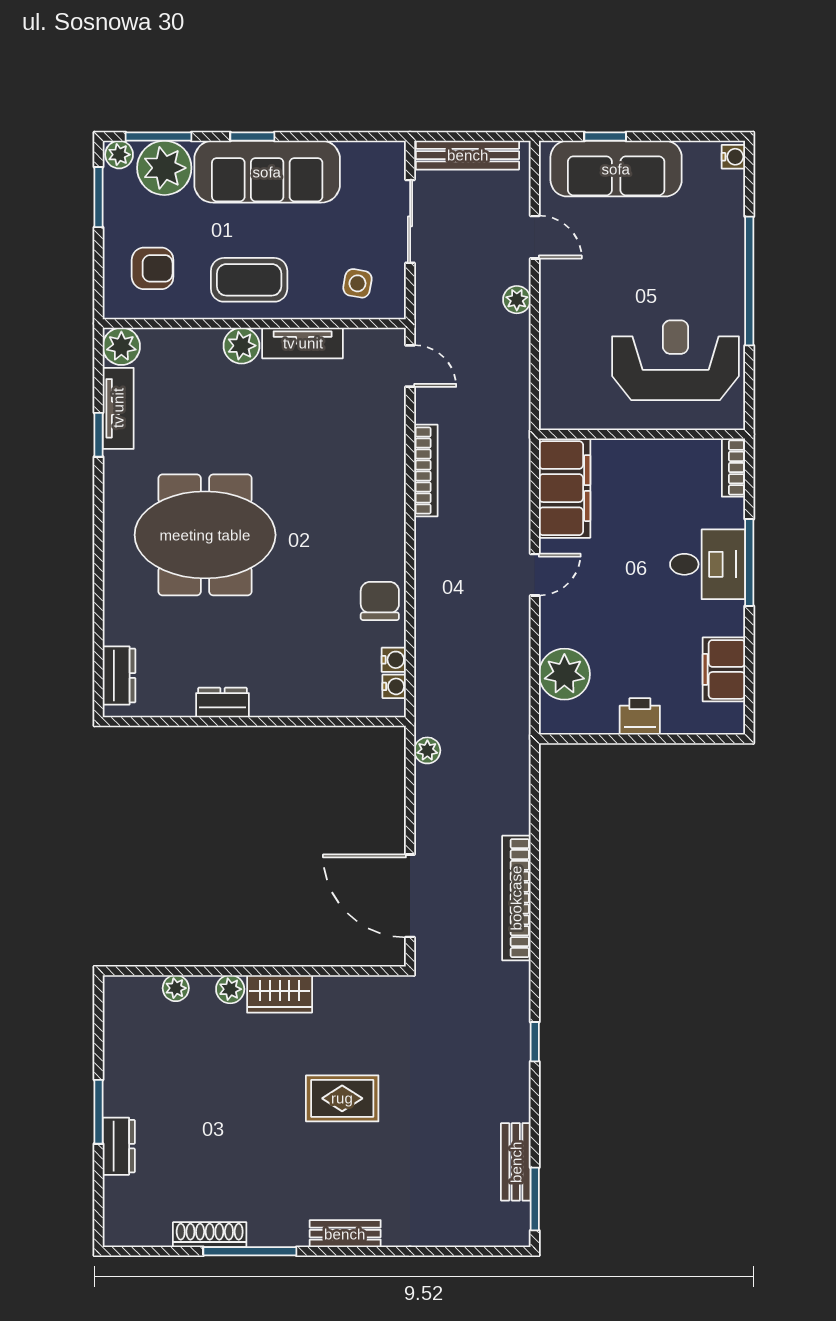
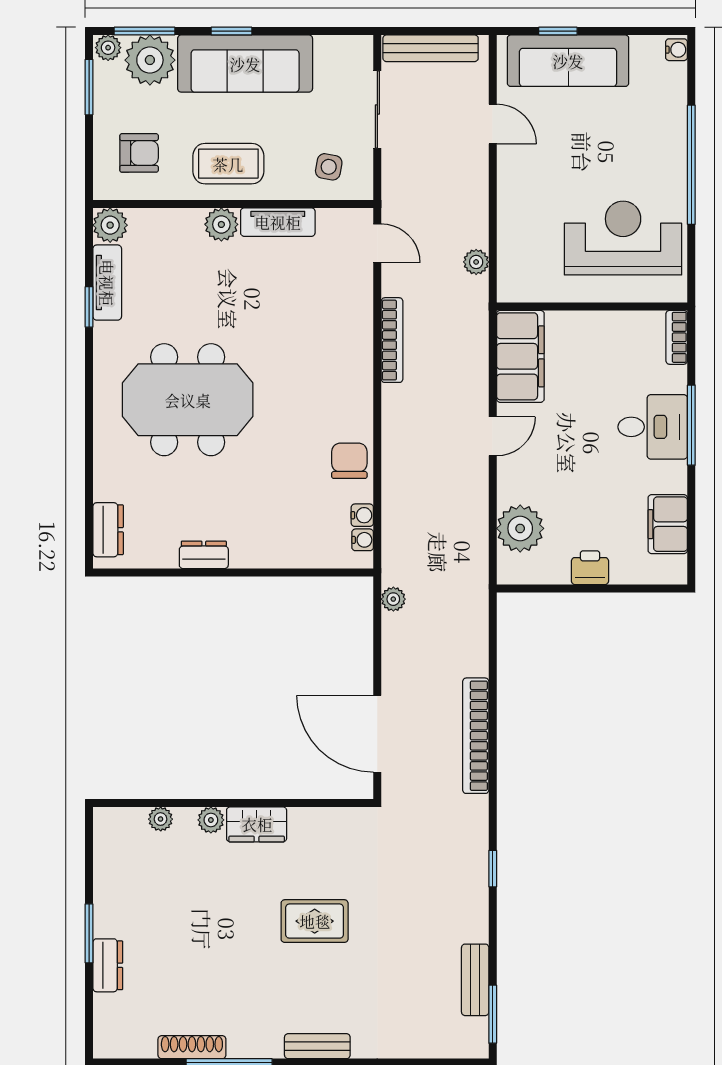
plant: (517, 300) -> (476, 262), moved

